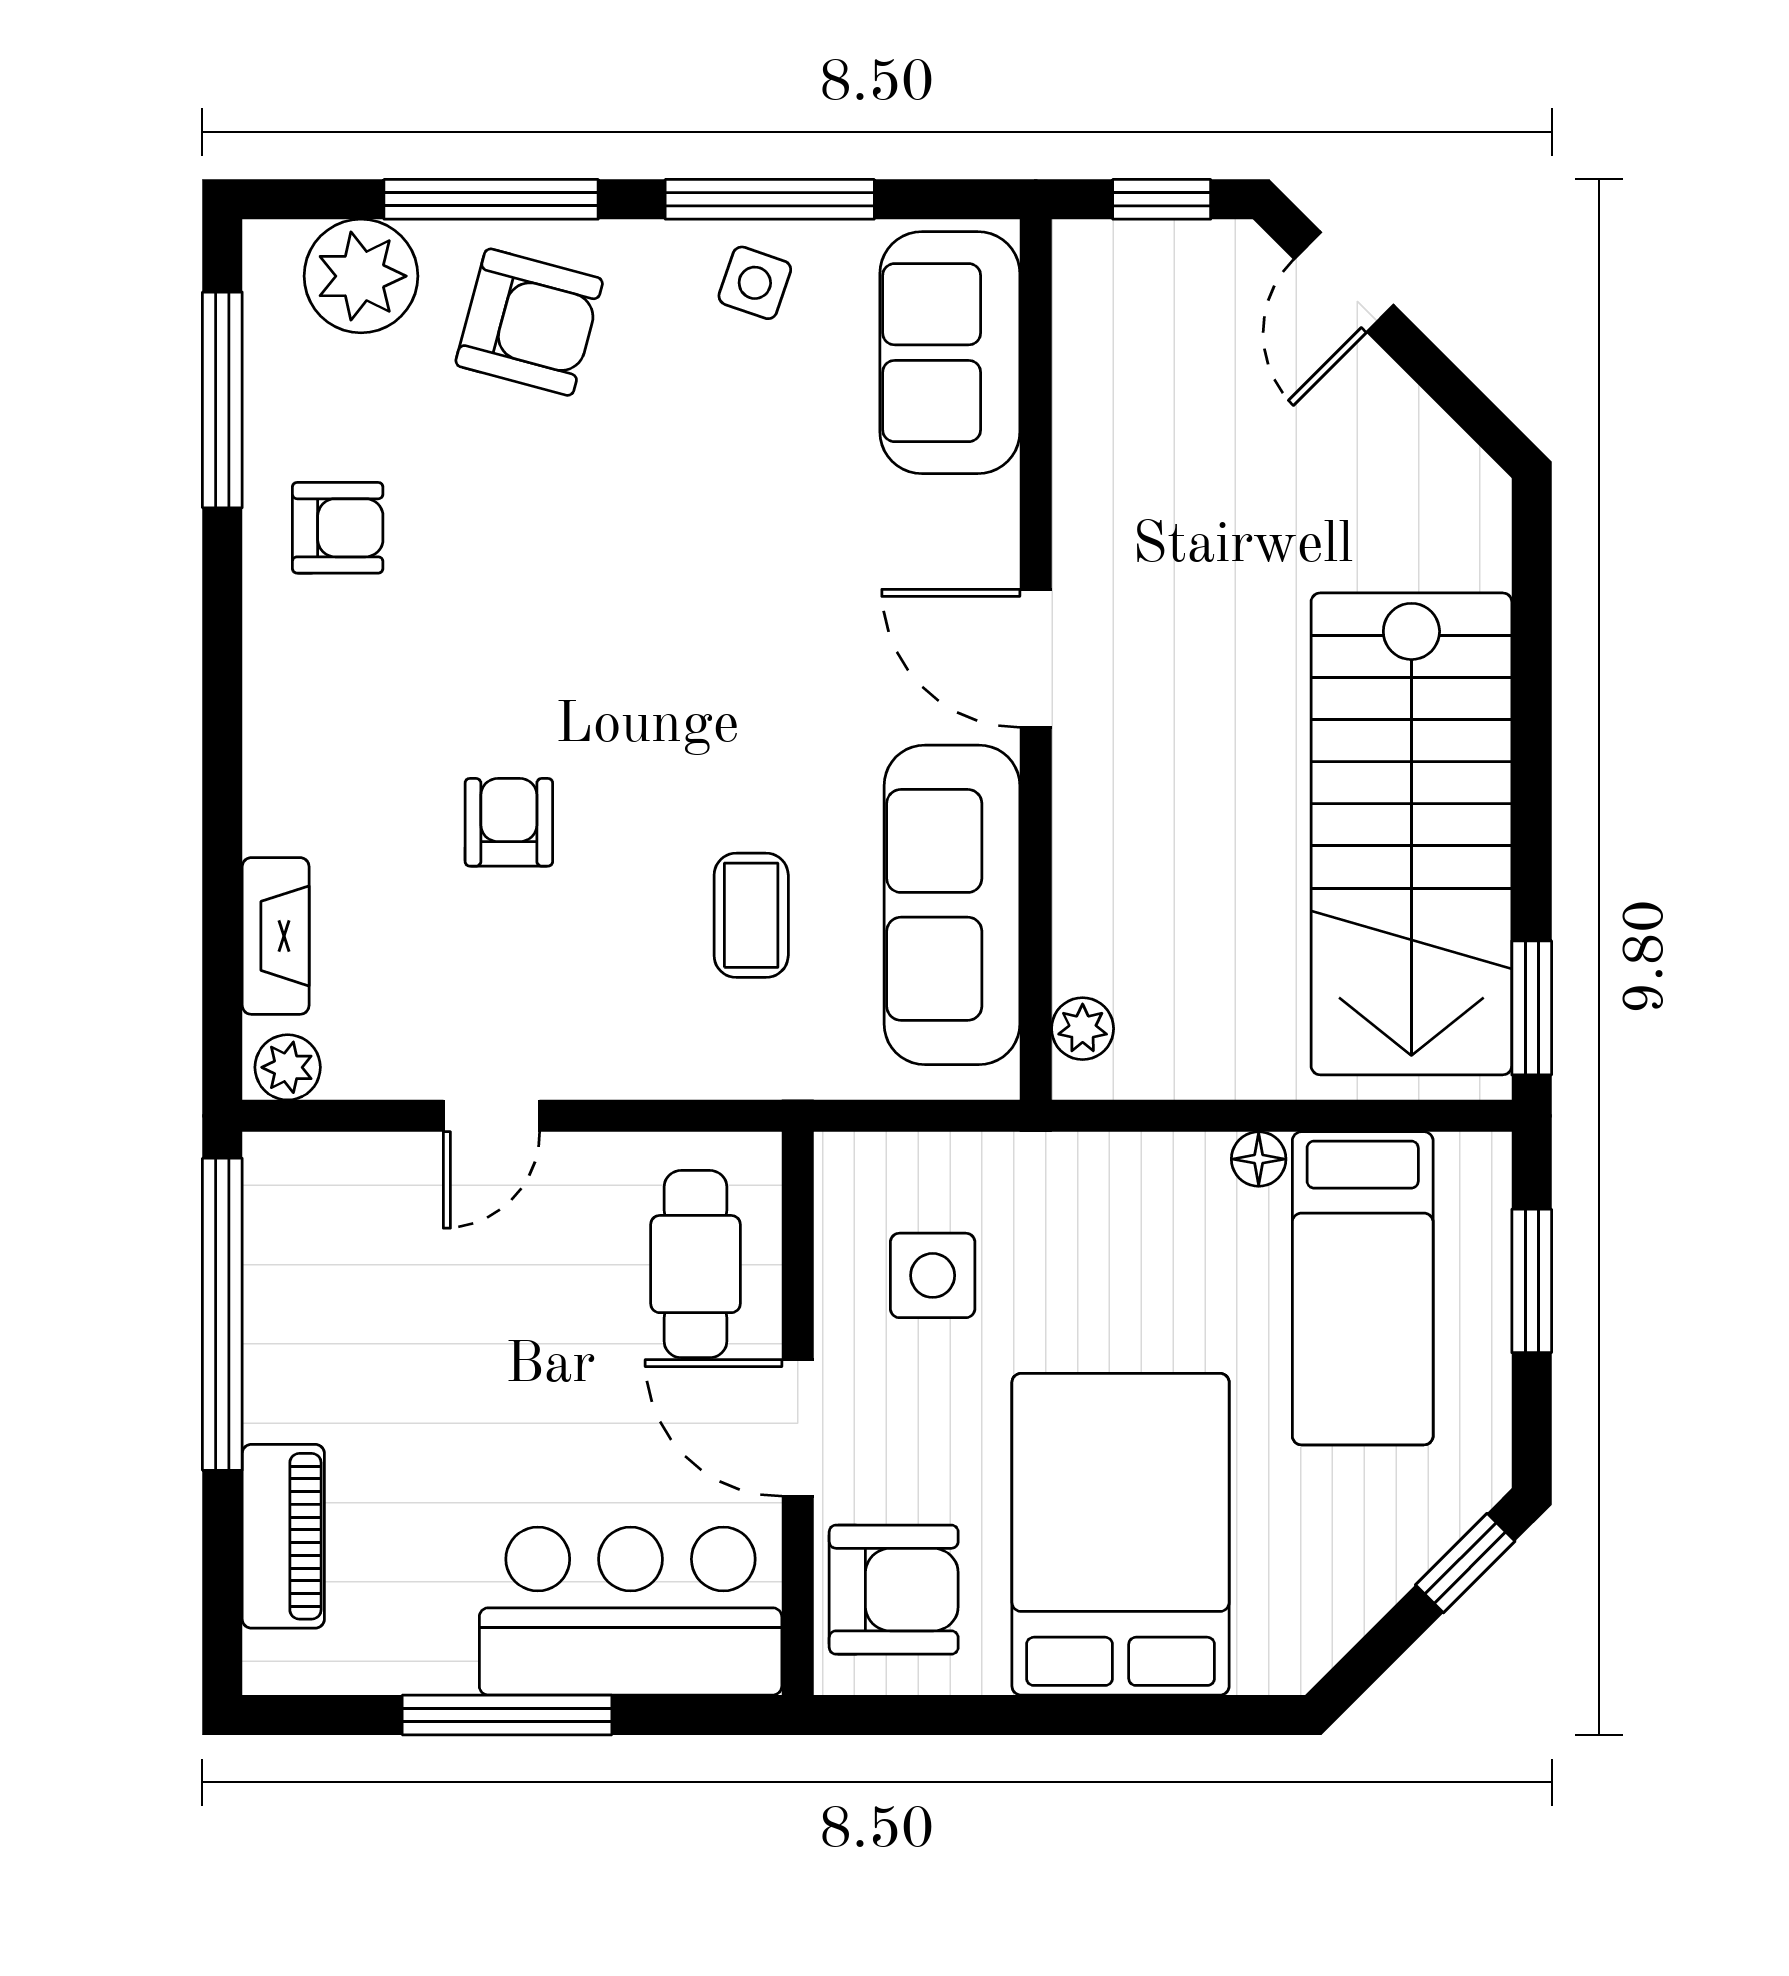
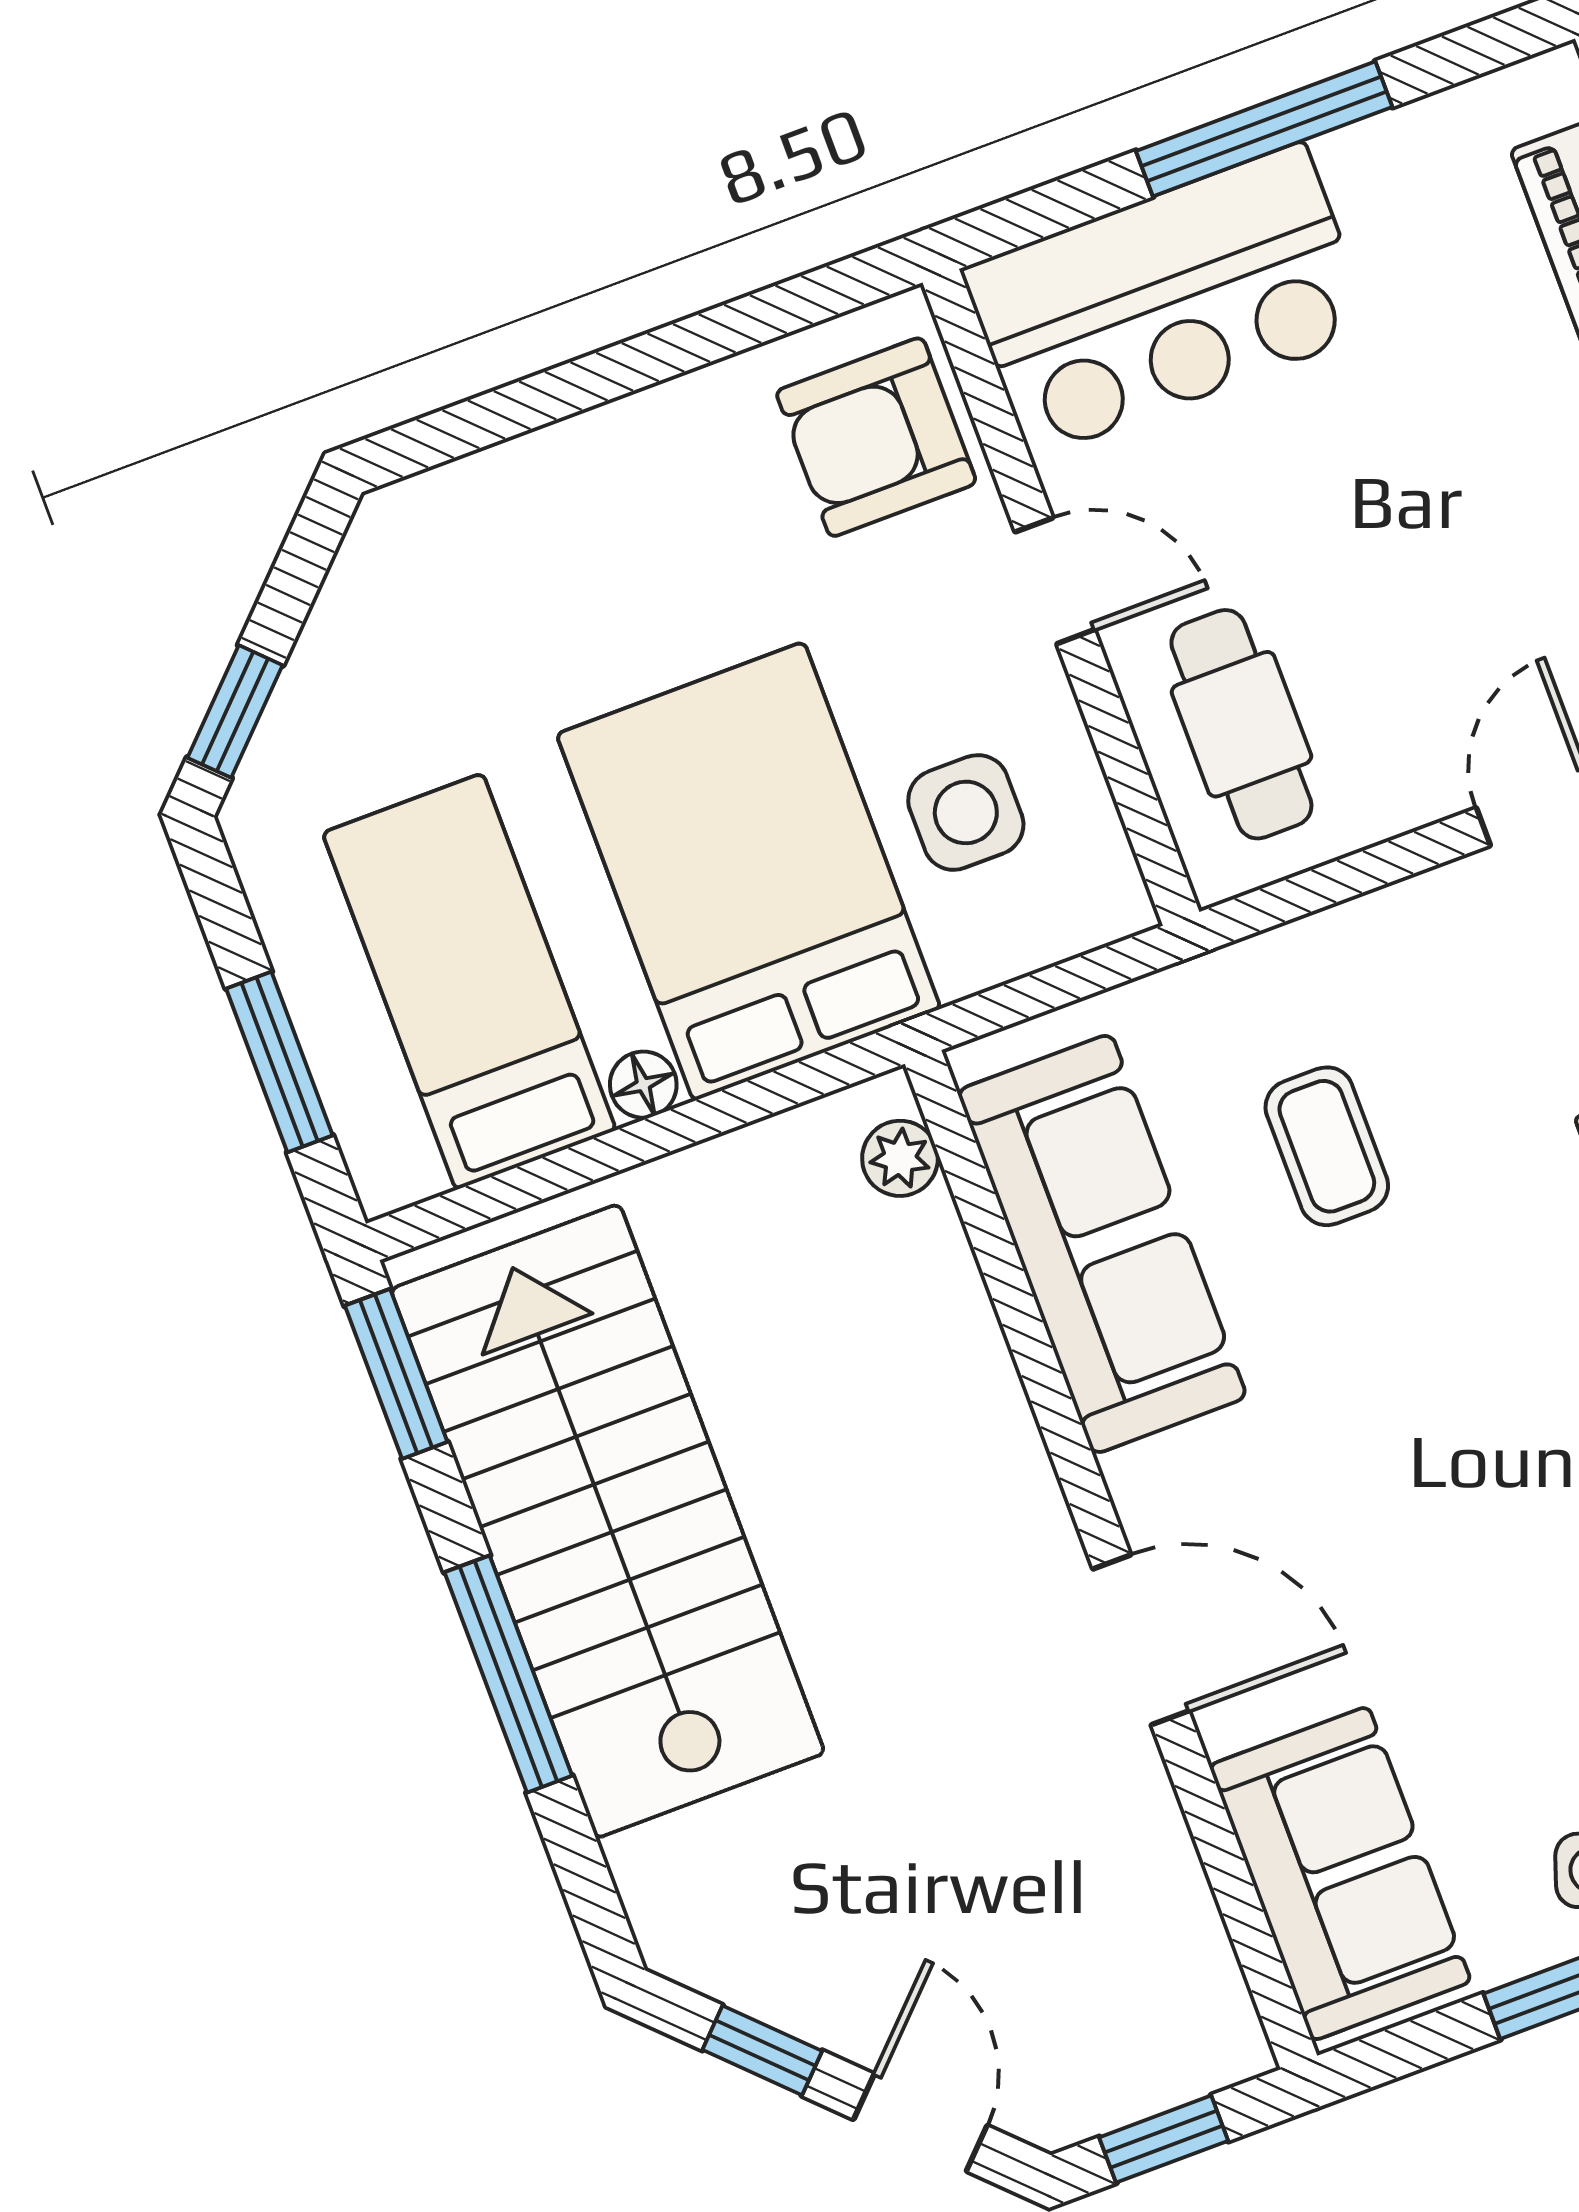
window: (1445, 383) -> (762, 2050), added
door: (1036, 658) -> (1141, 1640), moved
window: (1532, 745) -> (508, 1674), added
door: (798, 1428) -> (1055, 581), width x0.73
bed: (1121, 1534) -> (749, 871), moved, turned 180

